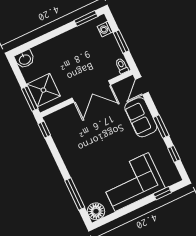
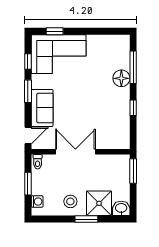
window: (86, 18) -> (86, 219), moved
stool: (74, 44) -> (70, 201), added
shower: (43, 90) -> (99, 203), moved
window: (44, 130) -> (133, 108), moved
corner sofa: (132, 182) -> (59, 54), moved
floor lamp: (96, 211) -> (121, 78), moved

